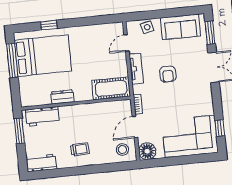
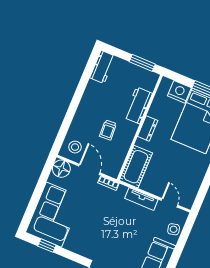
armchair: (168, 74) -> (121, 225), removed
nightstand: (27, 86) -> (179, 92), added
dresser: (62, 97) -> (148, 128), moved
workbench: (42, 116) -> (138, 105), moved
trolley: (80, 149) -> (108, 130), moved

